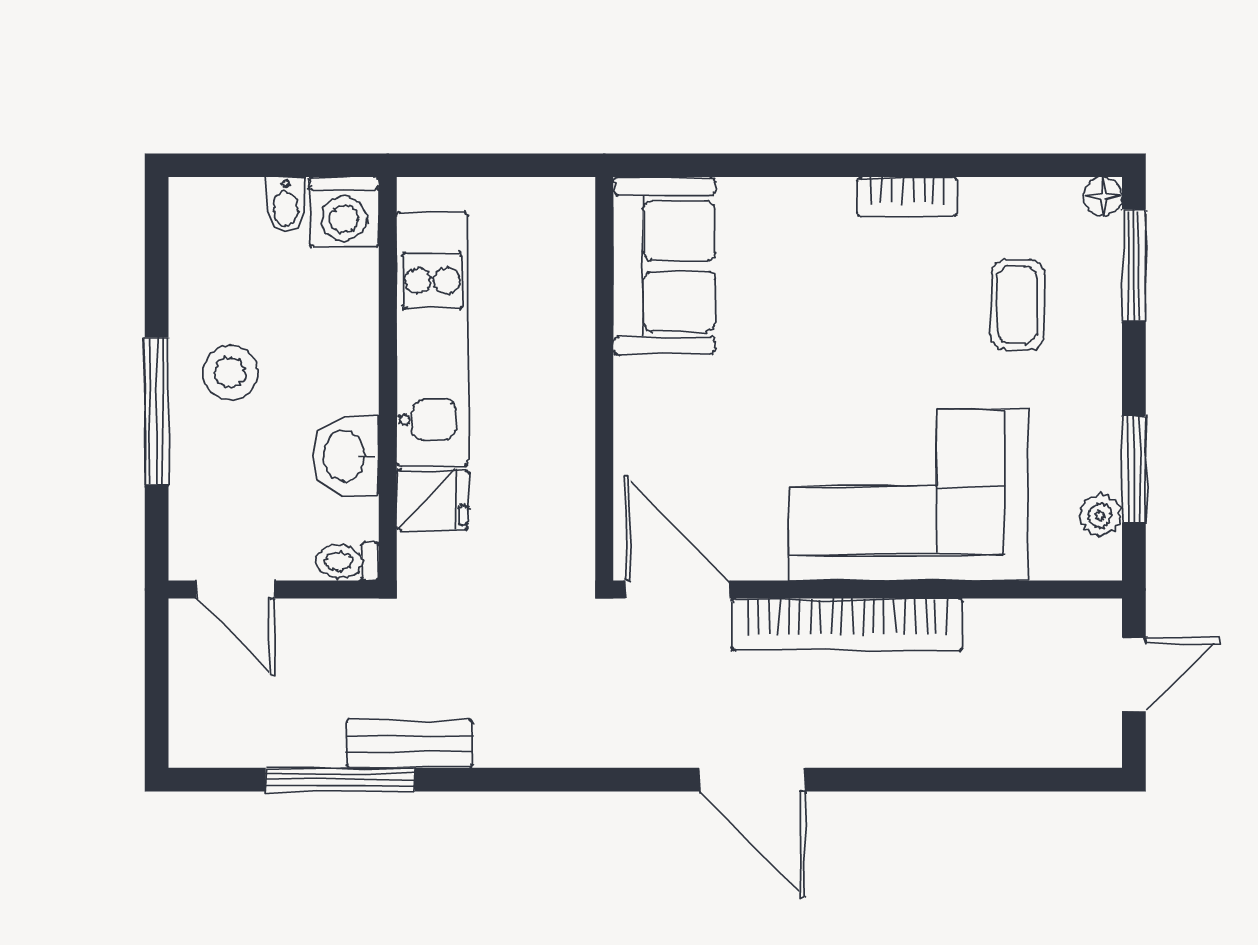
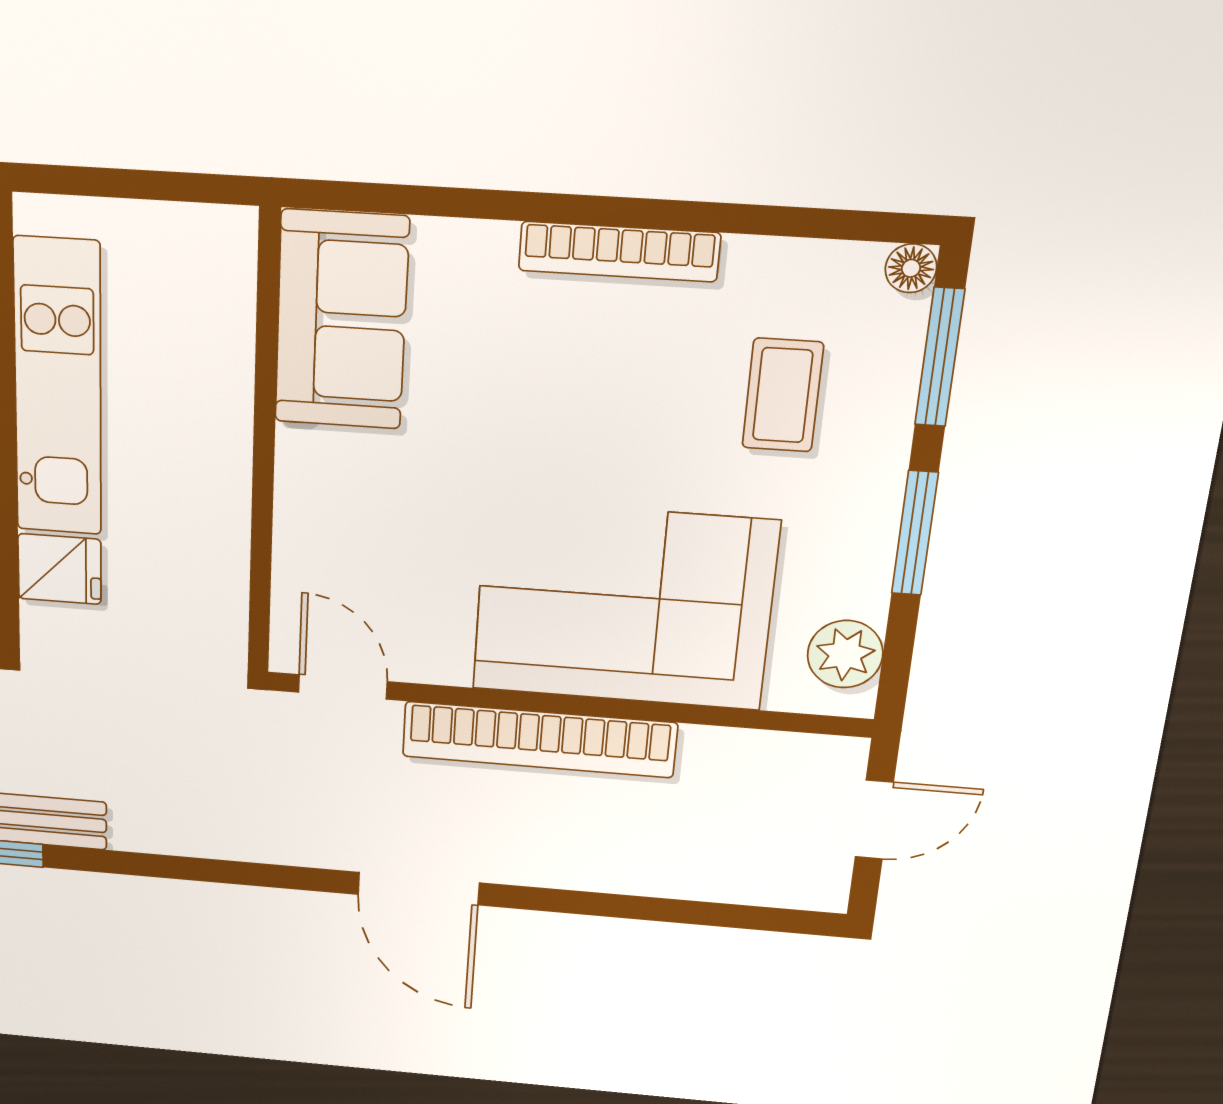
bookcase: (907, 197) -> (619, 252), width x1.56
window: (1134, 469) -> (915, 533), moved
plant: (1100, 516) -> (845, 654), width x1.38, depth x1.38
door: (677, 589) -> (343, 687), width x0.73

